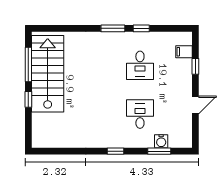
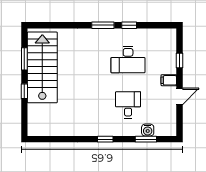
filing cabinet: (184, 52) -> (169, 80), moved
window: (28, 65) -> (24, 59), width x0.69
desk: (140, 65) -> (128, 60), width x1.37

